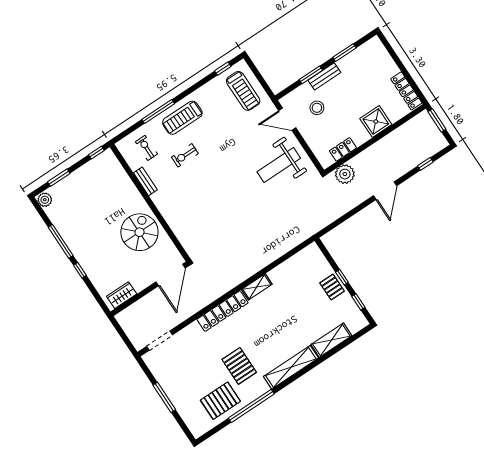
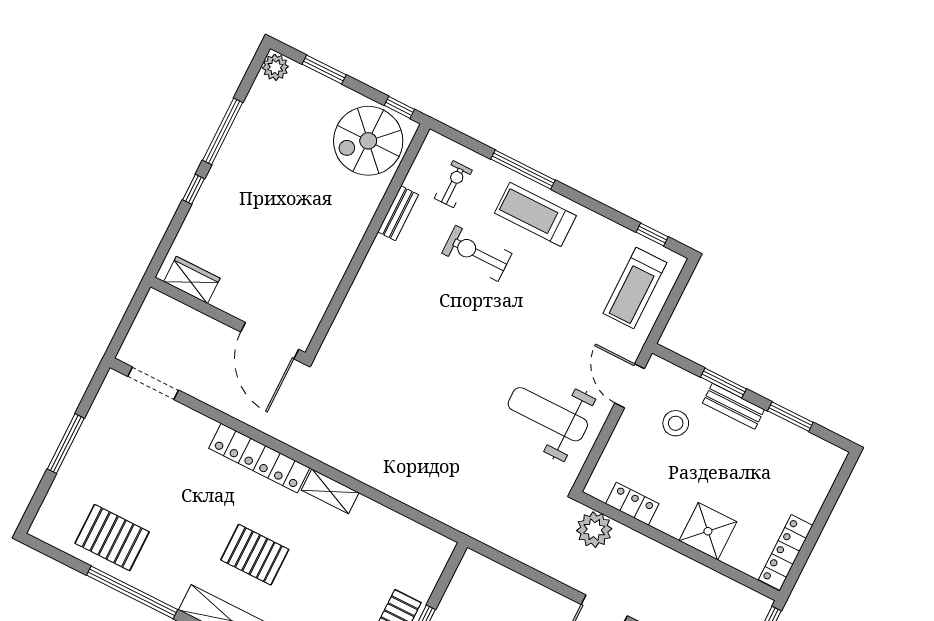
exercise bike: (185, 155) -> (477, 253), width x1.38, depth x1.39
spiral stairs: (139, 232) -> (368, 141), moved, turned 180
door: (171, 275) -> (270, 341), hinge flipped
pallet: (239, 366) -> (255, 555), moved, turned 90

